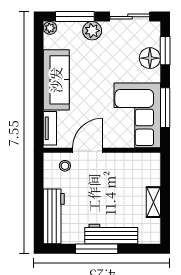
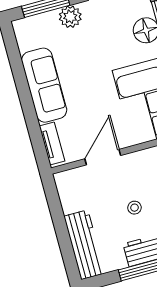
plant: (50, 28) -> (20, 27), removed
stool: (65, 166) -> (134, 208), moved

